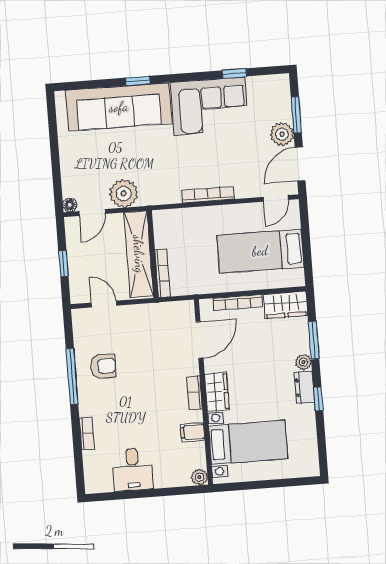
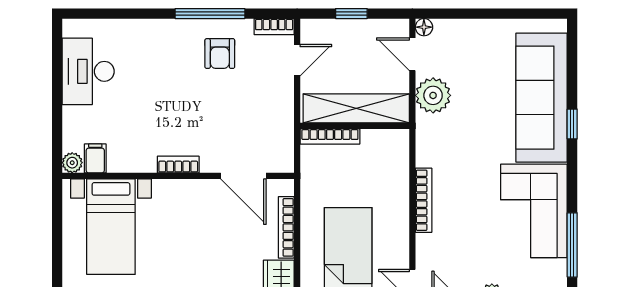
window: (234, 73) -> (572, 245), width x2.17
wardrobe: (217, 392) -> (177, 193), removed
filing cabinet: (193, 432) -> (95, 158), moved
bookcase: (87, 433) -> (274, 27), moved
desk: (133, 470) -> (88, 71), width x1.37

